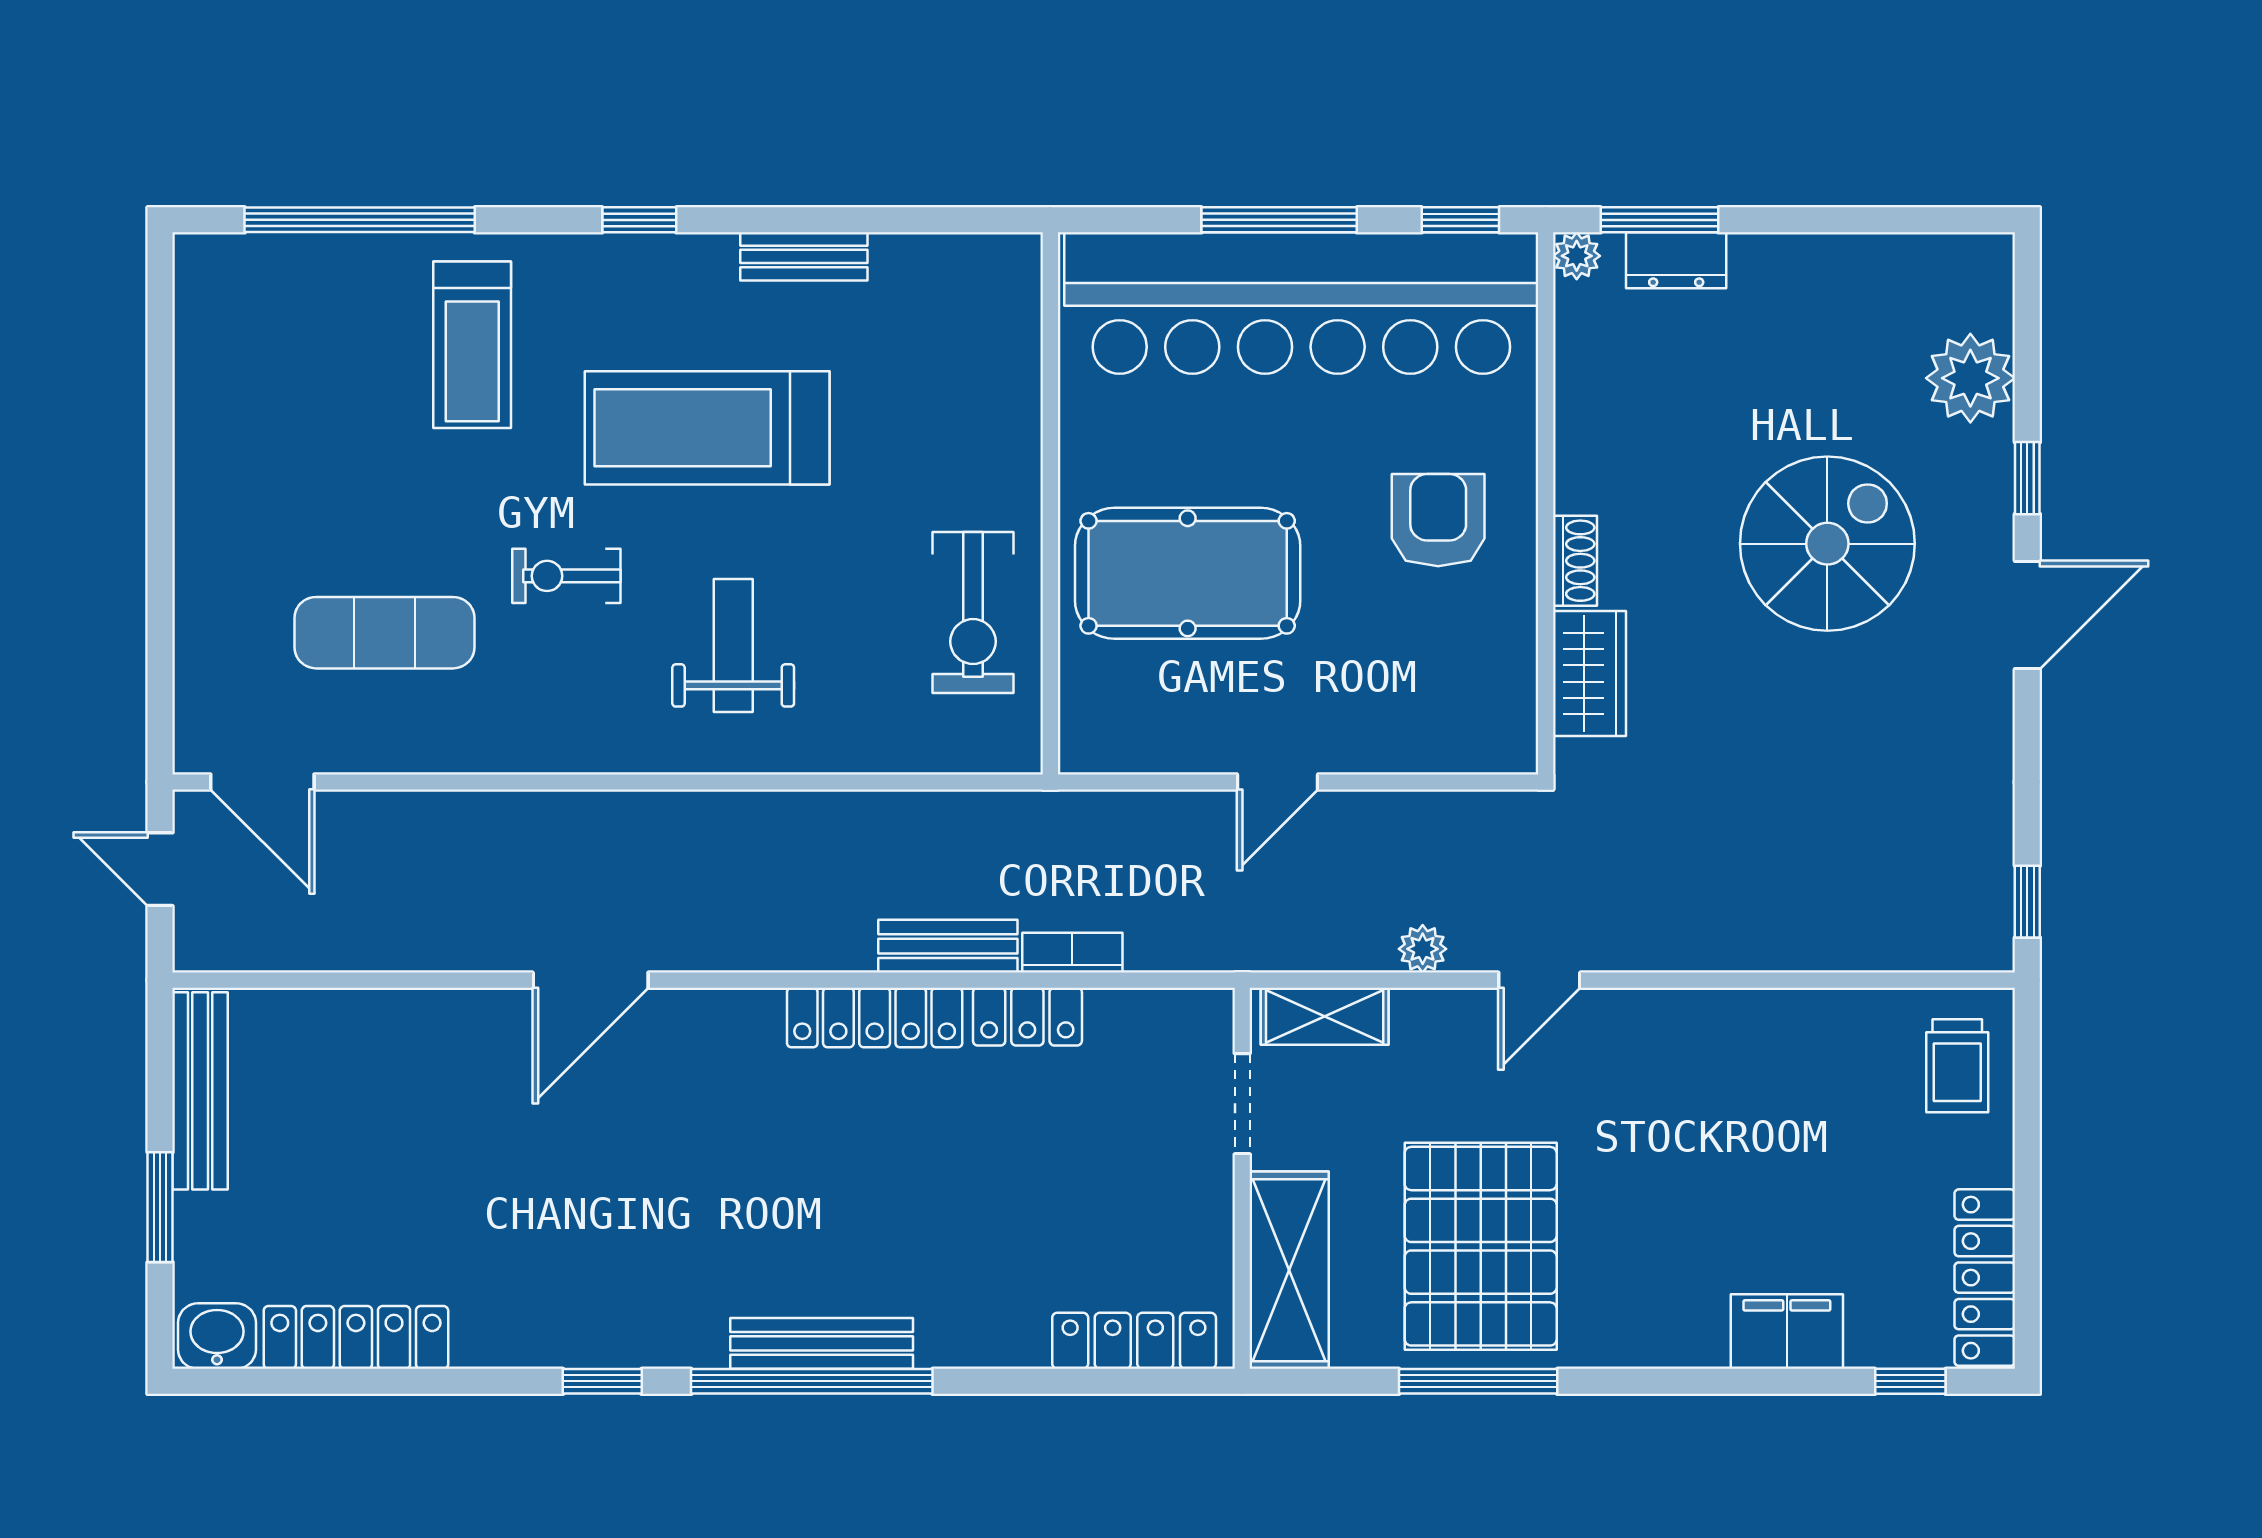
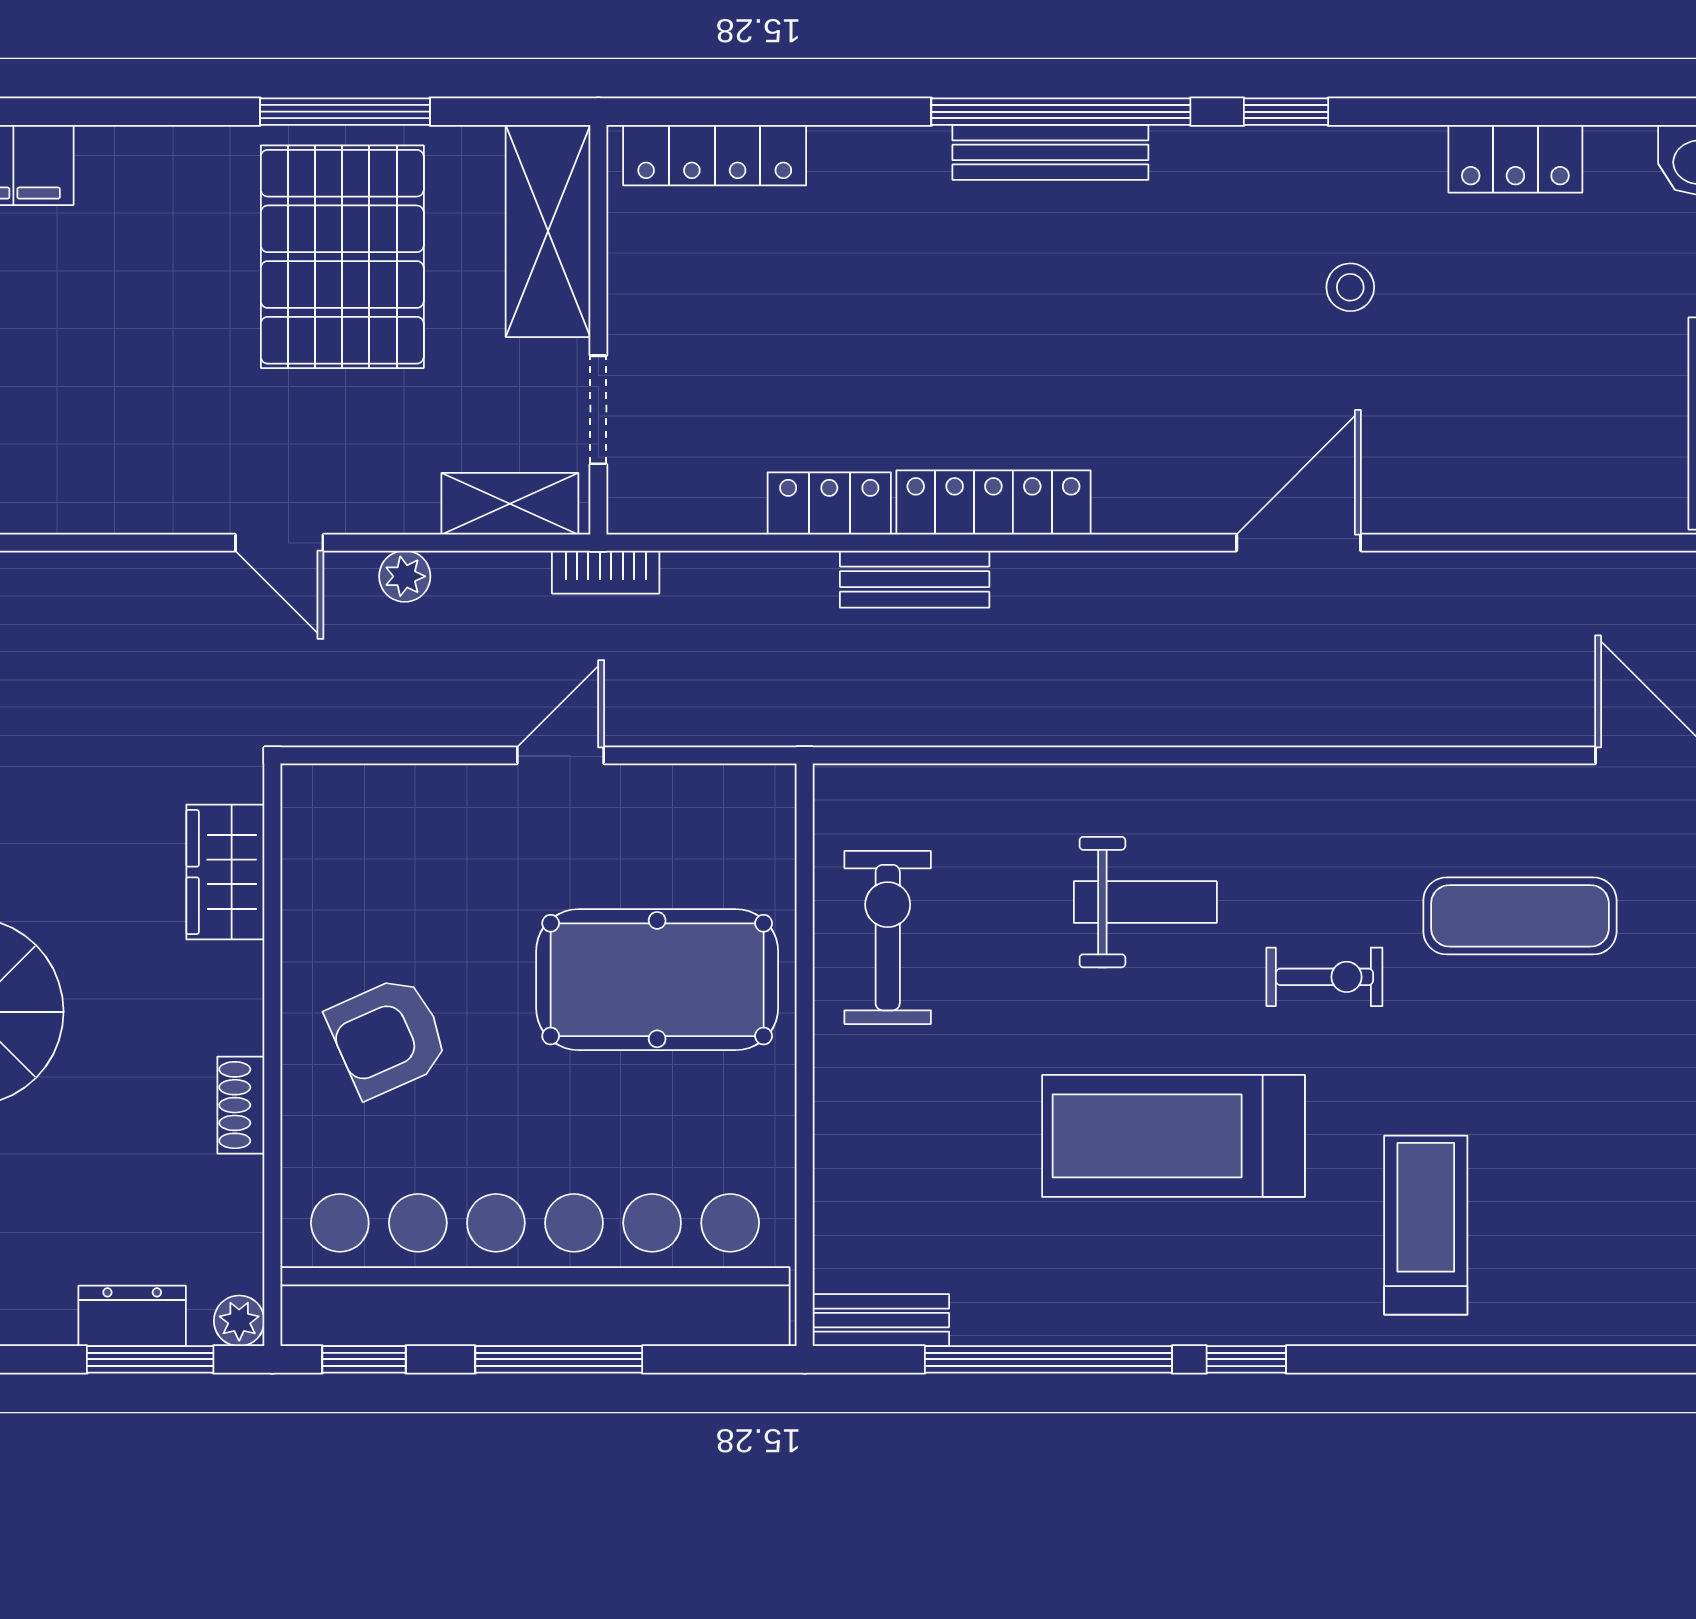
window: (360, 220) -> (1048, 1359), moved
bench: (804, 256) -> (881, 1320), moved
treadmill: (707, 428) -> (1173, 1136), turned 180
armchair: (1438, 520) -> (388, 1037), turned 66
shoe rack: (1575, 561) -> (241, 1105), moved
weight bench: (733, 646) -> (1145, 902), turned -90
bookcase: (1072, 953) -> (606, 572), moved
door: (1539, 980) -> (279, 543), swing flipped
stool: (542, 1218) -> (1350, 287), added
locker: (356, 1337) -> (1515, 159), width x0.66

